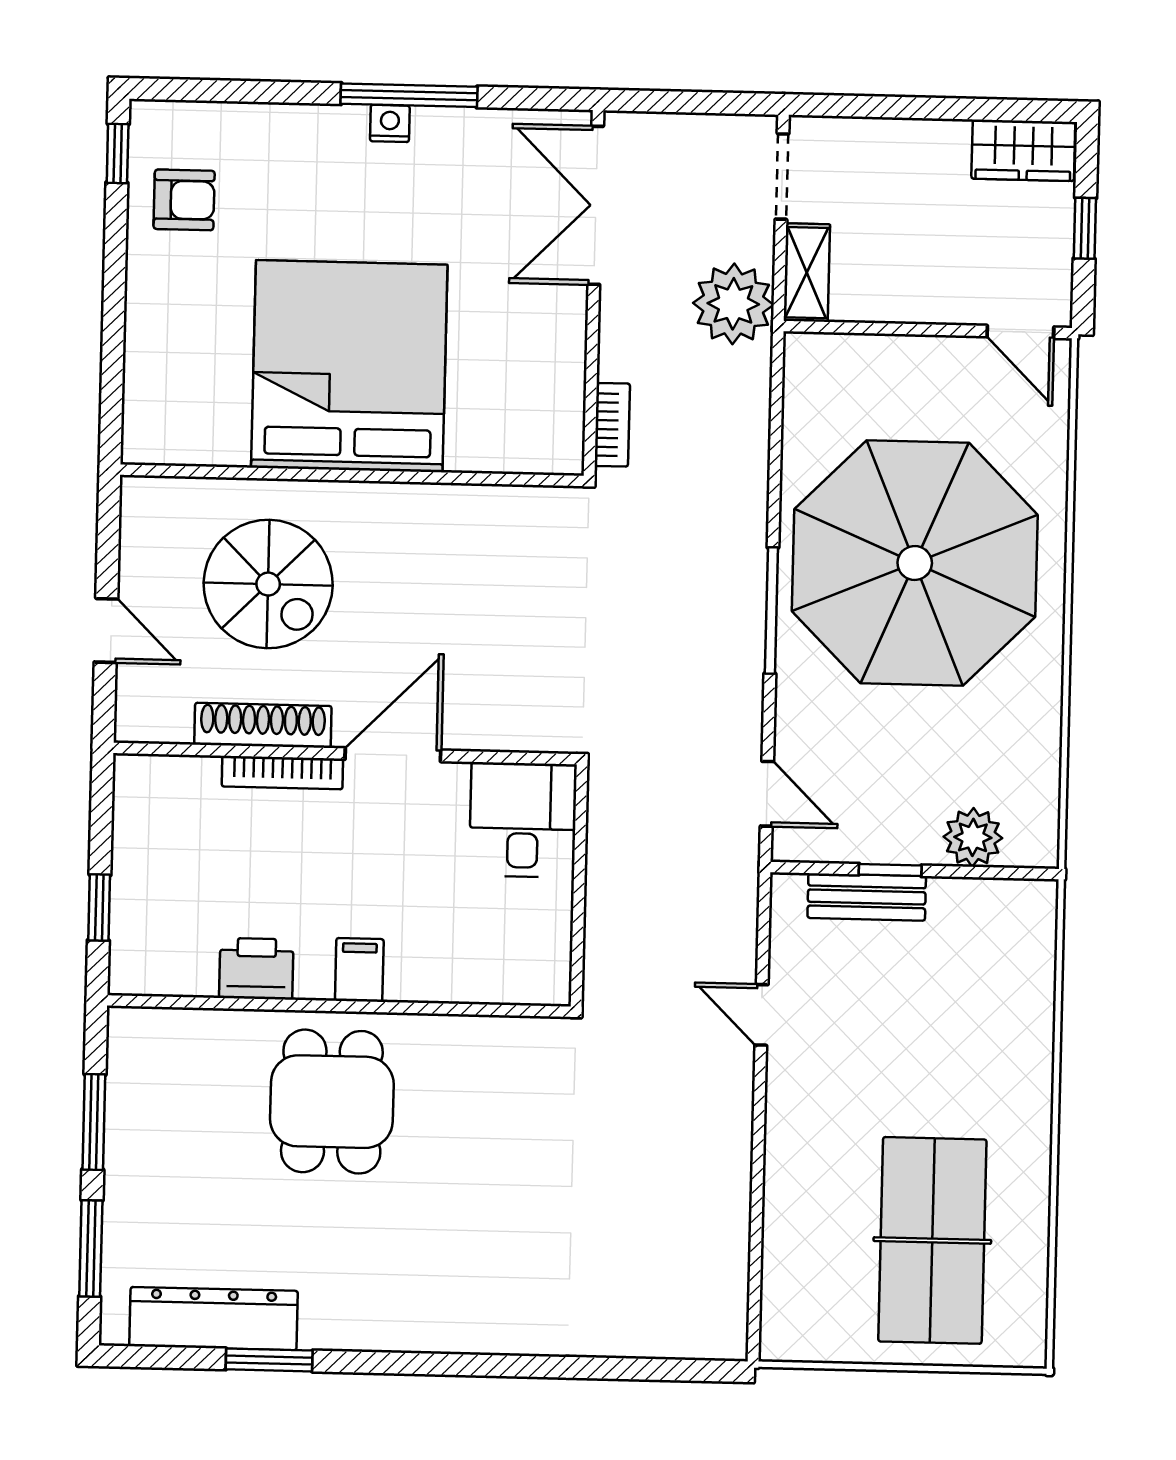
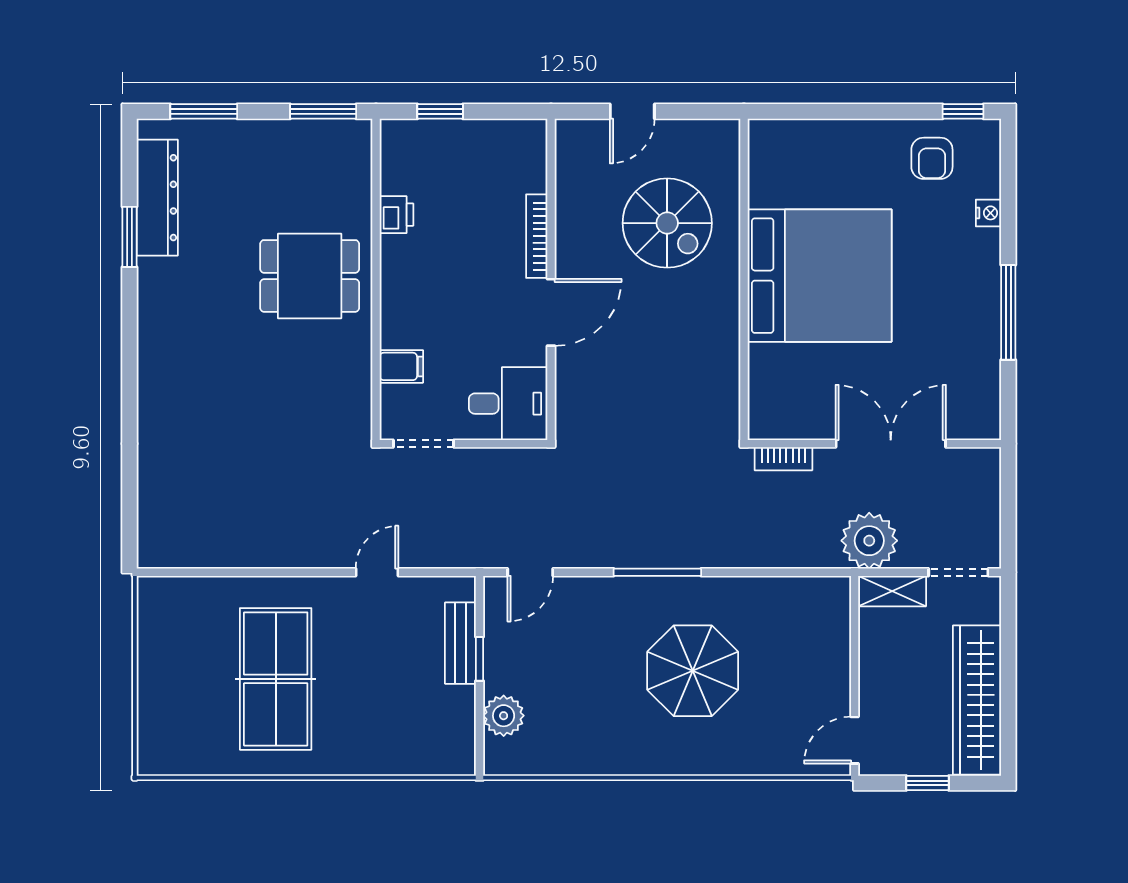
nightstand: (390, 123) -> (988, 213), moved
wardrobe: (1023, 150) -> (977, 700), width x2.10, depth x1.17
double door: (596, 205) -> (891, 444), moved
parasol: (915, 563) -> (693, 671), width x0.54, depth x0.54
spiral stairs: (268, 584) -> (667, 223), turned -90
shoe rack: (263, 725) -> (569, 222), removed
door: (393, 755) -> (551, 312), hinge flipped
doorway: (578, 943) -> (423, 444), added
printer: (256, 969) -> (396, 215), width x0.73, depth x0.81
filing cabinet: (359, 970) -> (401, 366), moved
window: (94, 1122) -> (323, 111), moved
table tennis table: (932, 1240) -> (276, 679), moved, turned 90

